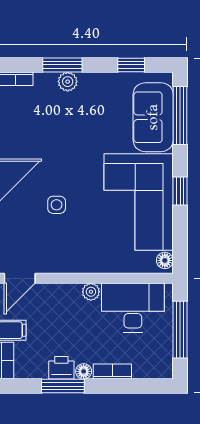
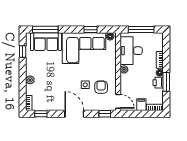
window: (62, 65) -> (23, 82), removed
window: (180, 191) -> (91, 30), moved
armchair: (51, 240) -> (101, 87), added

